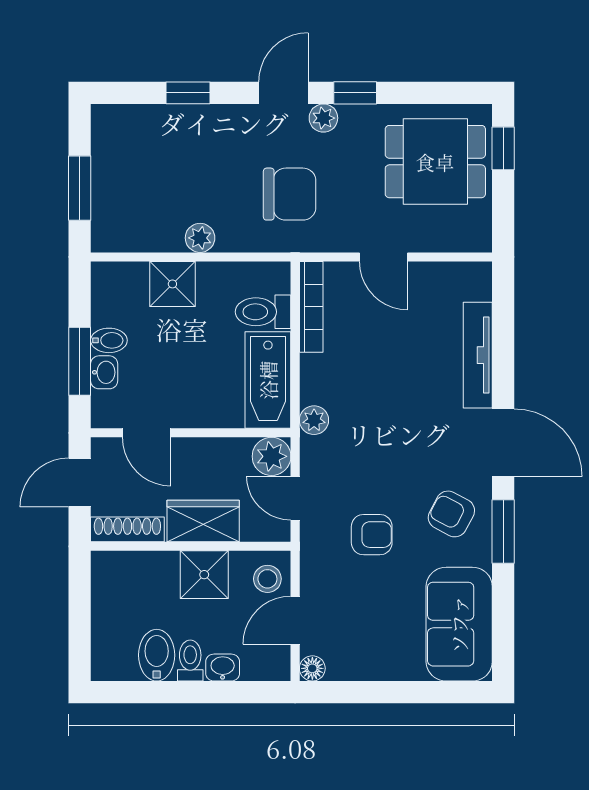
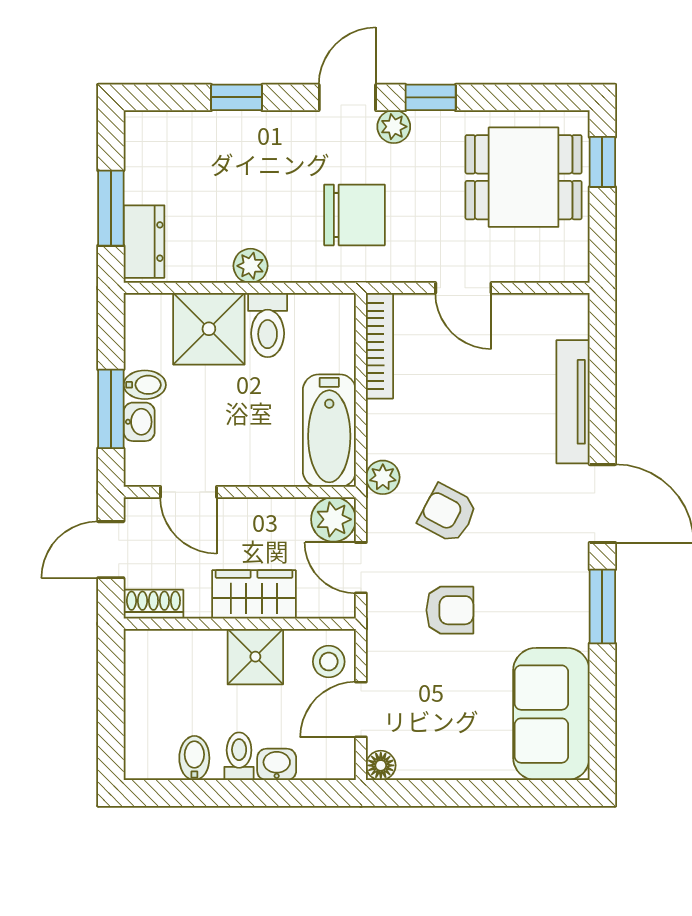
dresser: (108, 217) -> (144, 242), added
shower: (172, 284) -> (209, 329), width x1.36, depth x1.36
toilet: (263, 312) -> (268, 325), moved, turned -90
armchair: (451, 514) -> (448, 513), moved
shoe rack: (127, 529) -> (153, 604), width x0.70
bidet: (157, 655) -> (194, 758), width x0.72, depth x0.74

